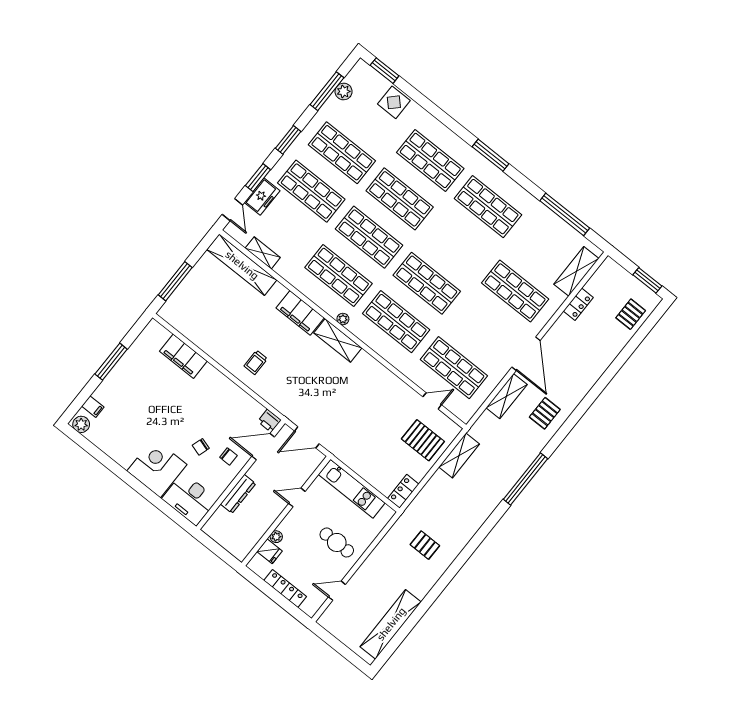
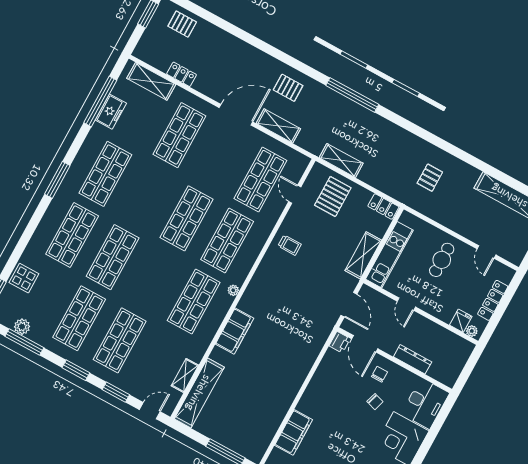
freezer: (262, 197) -> (111, 112), moved, turned 90
shop shelf: (369, 237) -> (153, 279), removed
shelving: (338, 340) -> (363, 255), moved
trolley: (256, 362) -> (290, 245), moved
plant: (276, 537) -> (472, 331), moved

